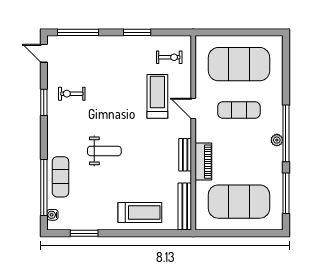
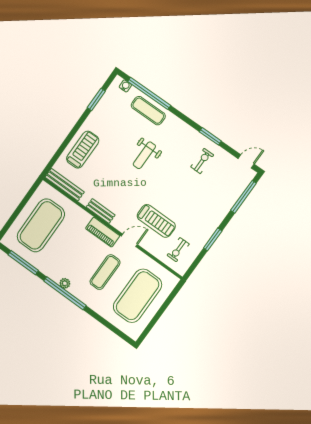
piano: (203, 162) -> (103, 232), moved
treadmill: (140, 213) -> (83, 150), turned 180

